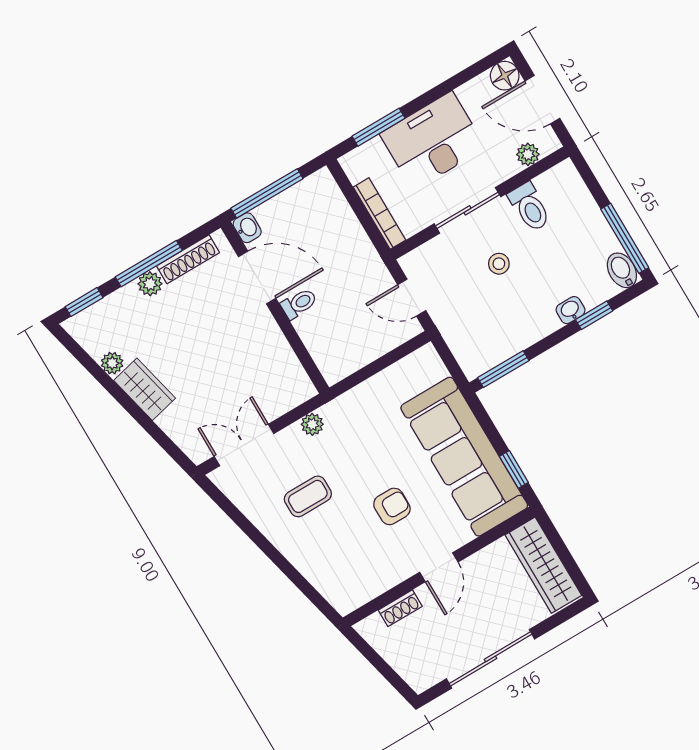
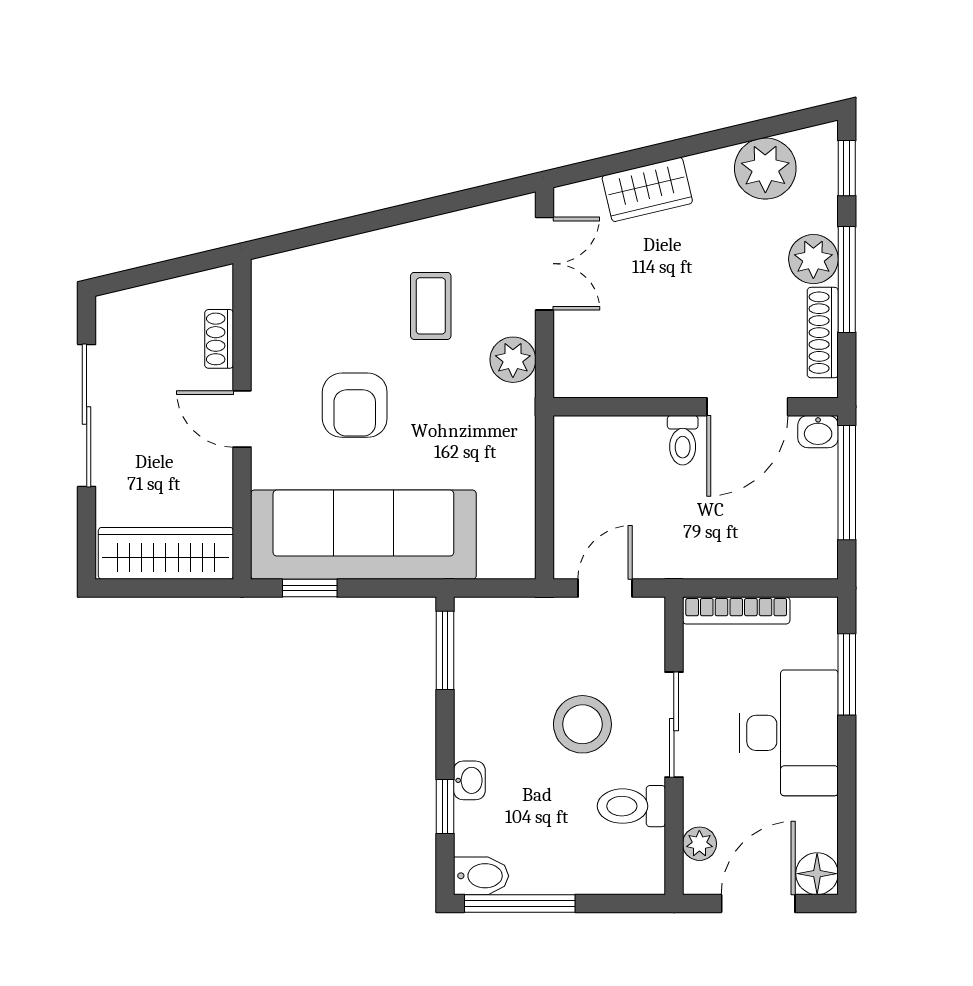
stool: (499, 264) -> (582, 724), width x1.89, depth x1.89
plant: (150, 284) -> (813, 259), width x1.38, depth x1.38
plant: (112, 363) -> (765, 169), width x1.88, depth x1.88
wardrobe: (145, 389) -> (647, 189), moved
plant: (312, 424) -> (513, 360), width x1.38, depth x1.38
armchair: (392, 506) -> (355, 405), width x1.38, depth x1.38

